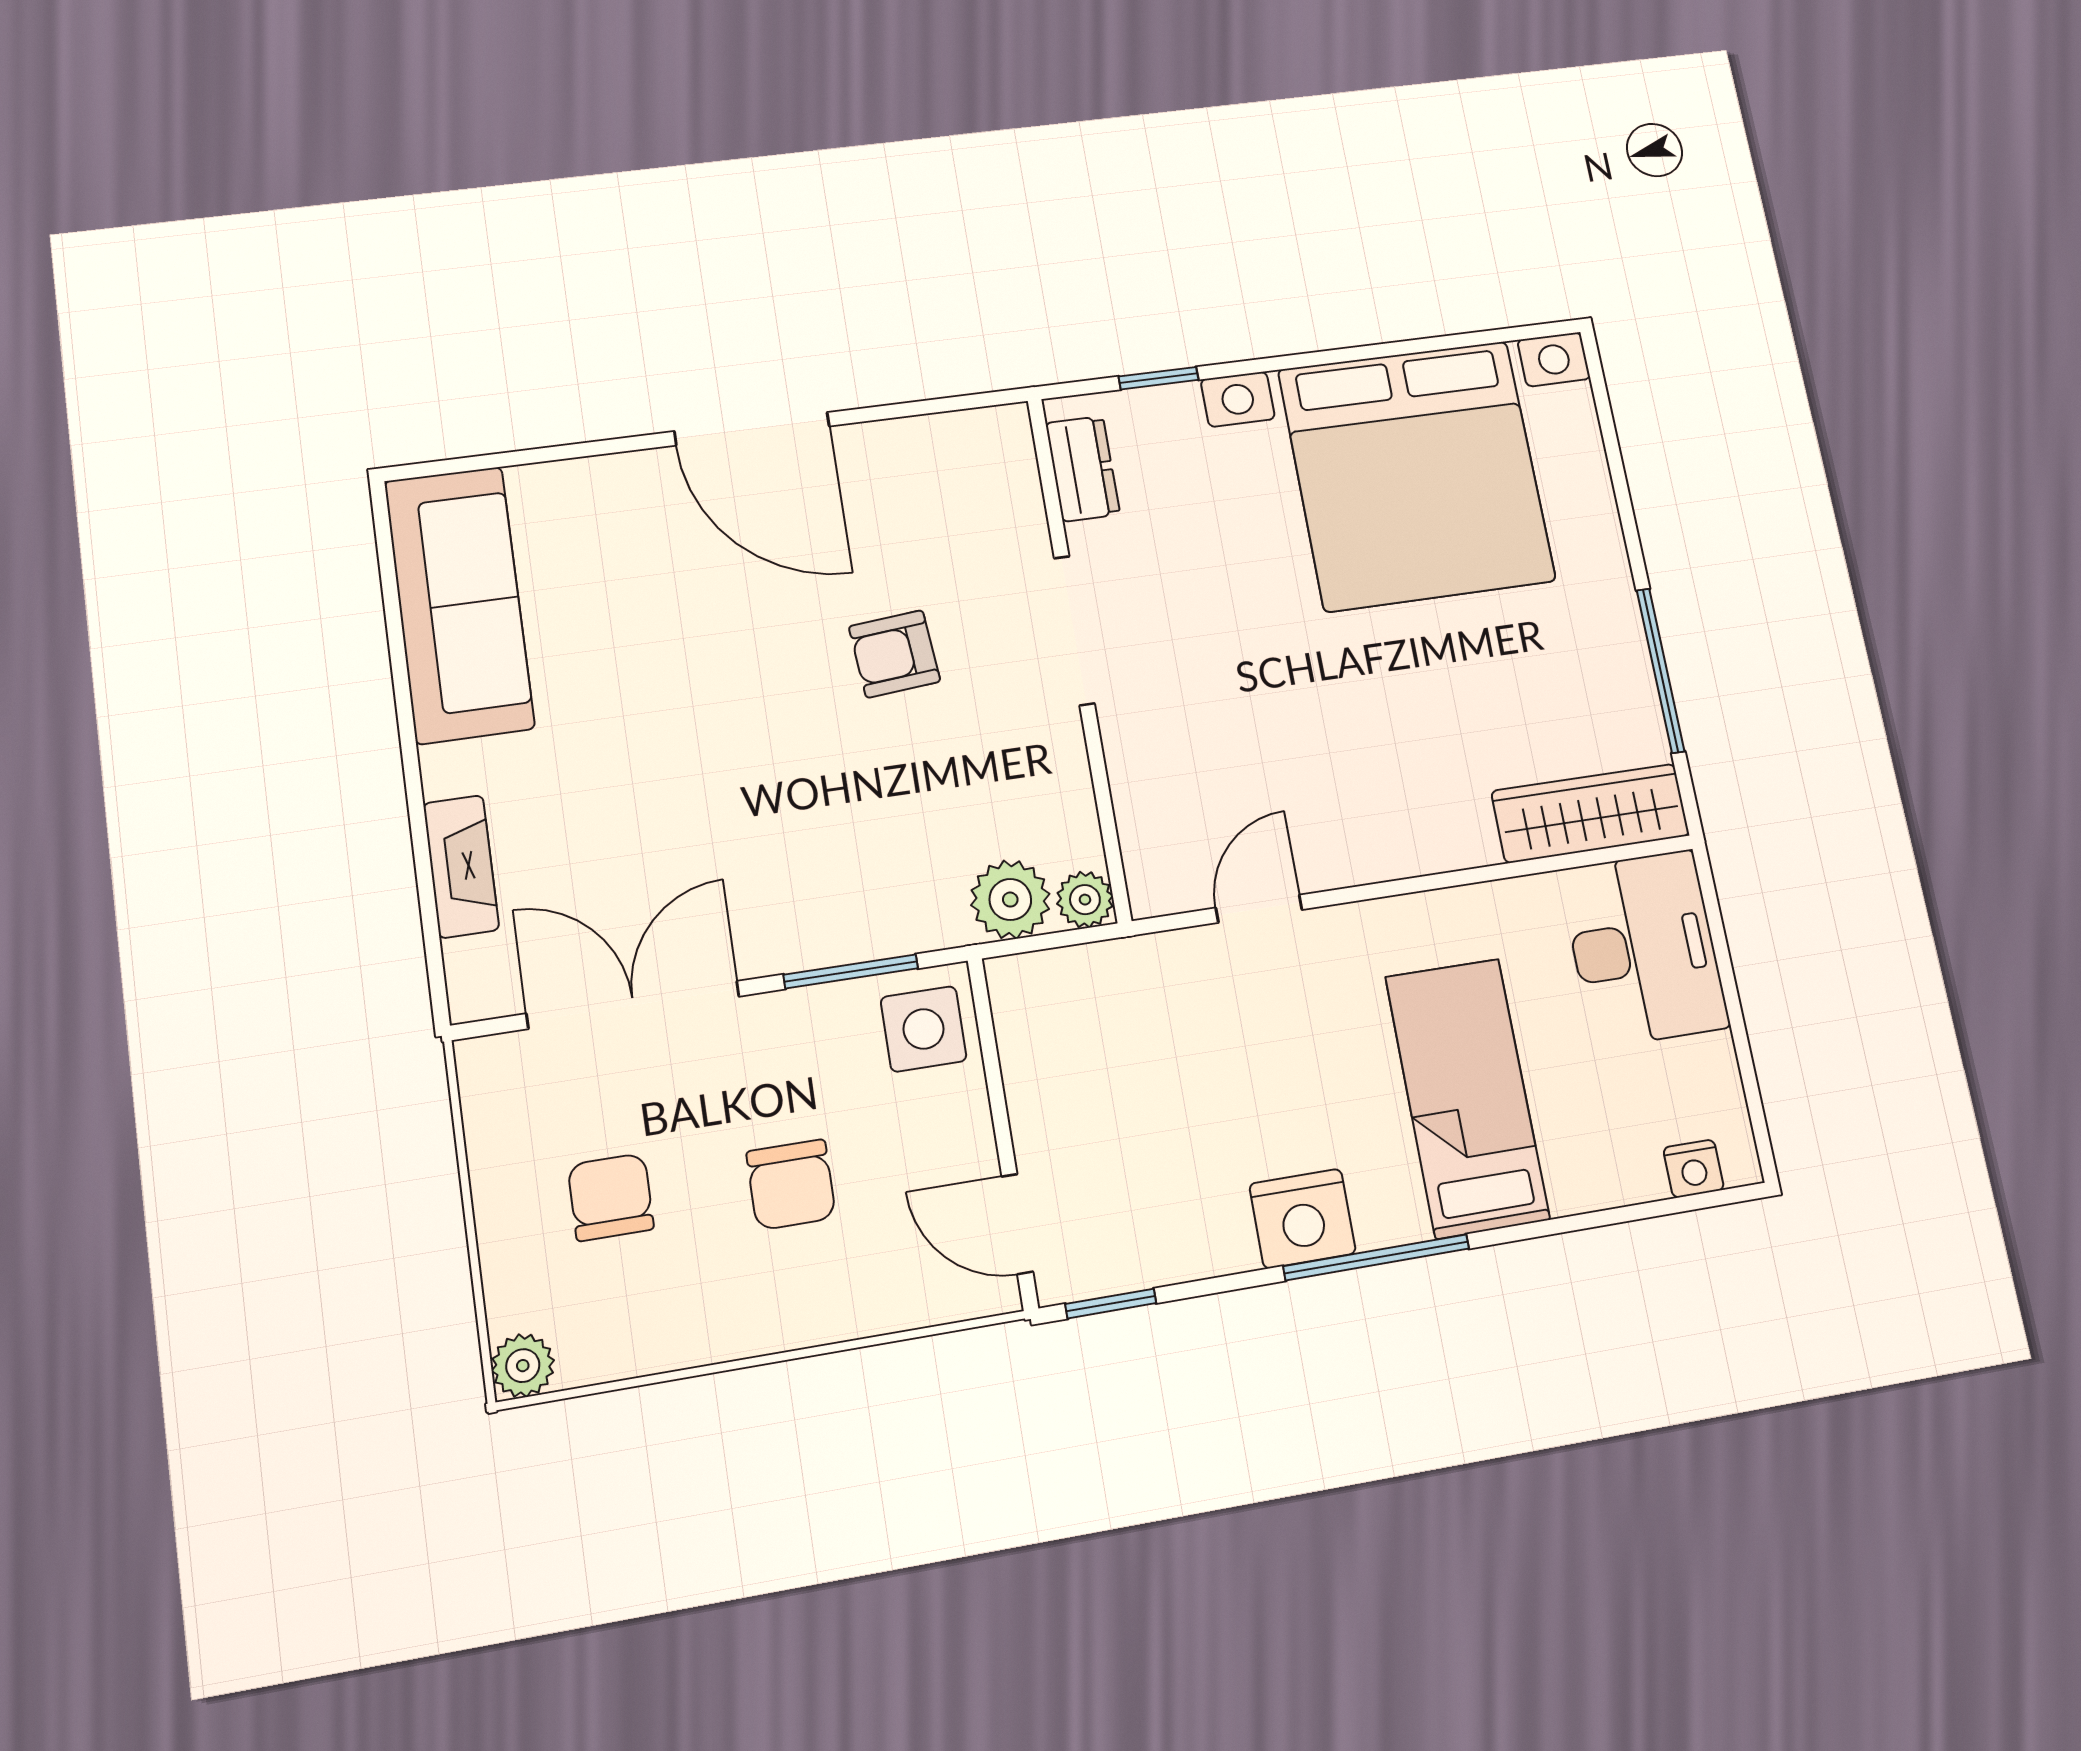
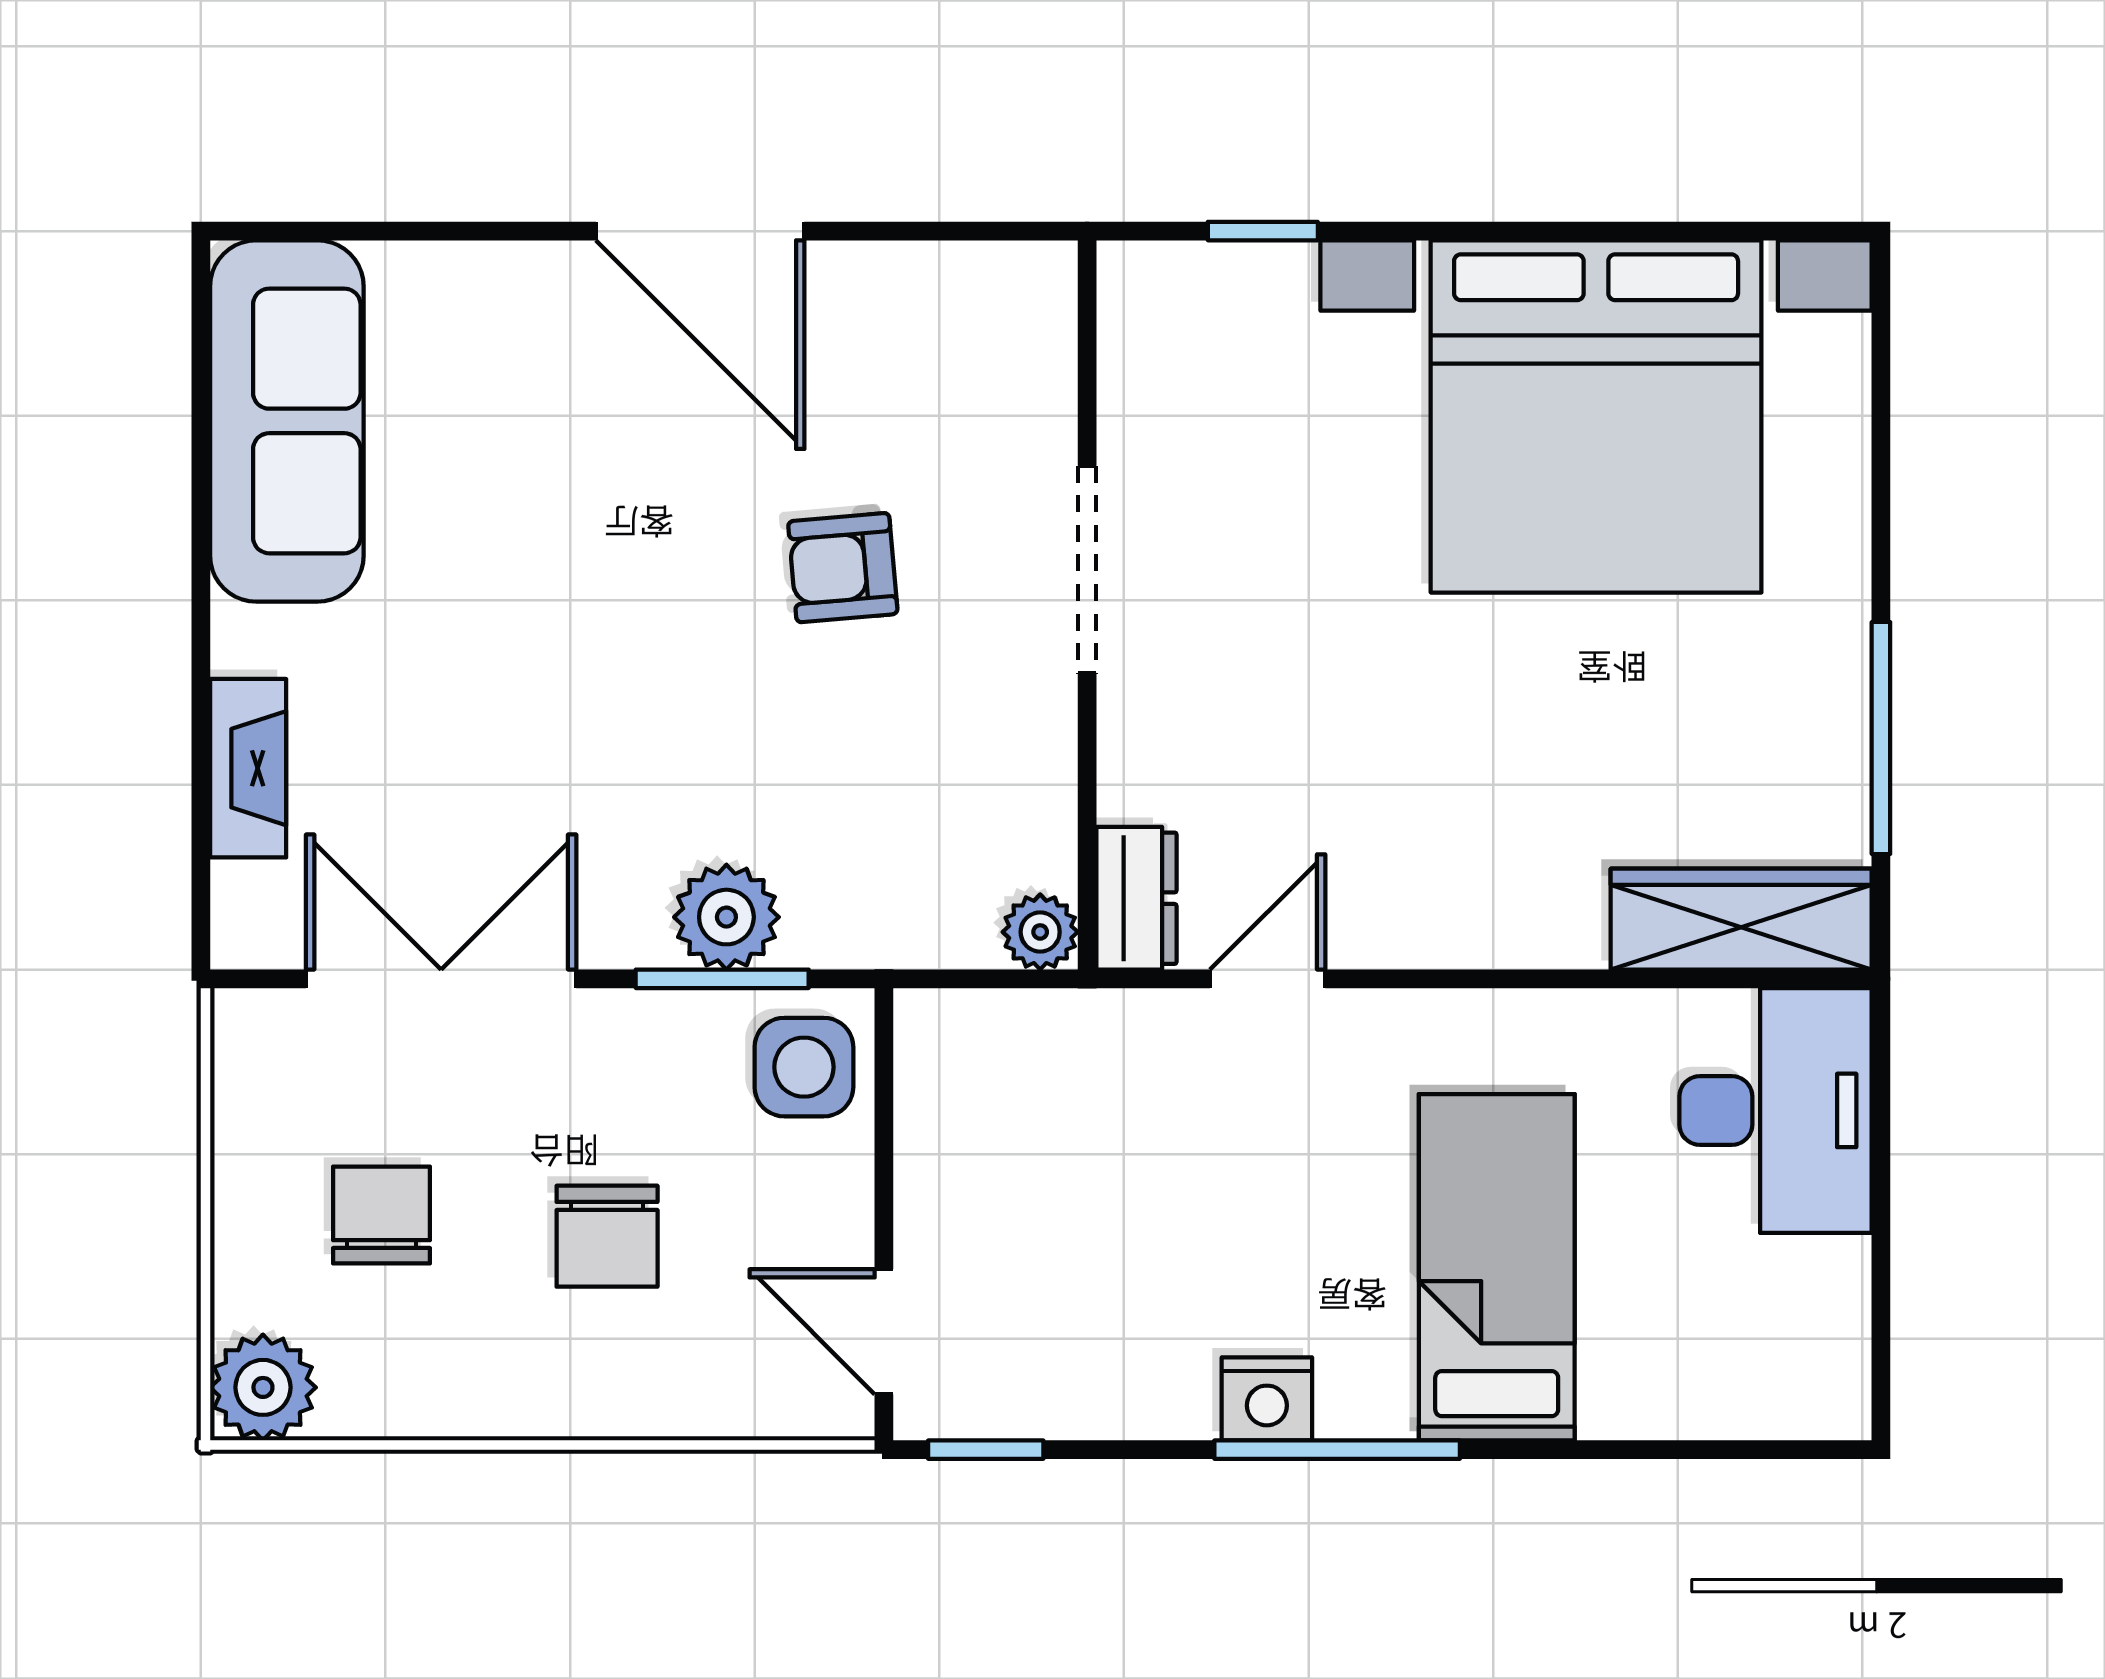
dresser: (1083, 469) -> (1136, 898), moved
plant: (1010, 900) -> (726, 917), moved
nightstand: (1694, 1169) -> (1780, 1407), removed
nightstand: (1303, 1219) -> (1267, 1399), width x0.74, depth x0.75
plant: (523, 1366) -> (263, 1387), width x1.38, depth x1.38

